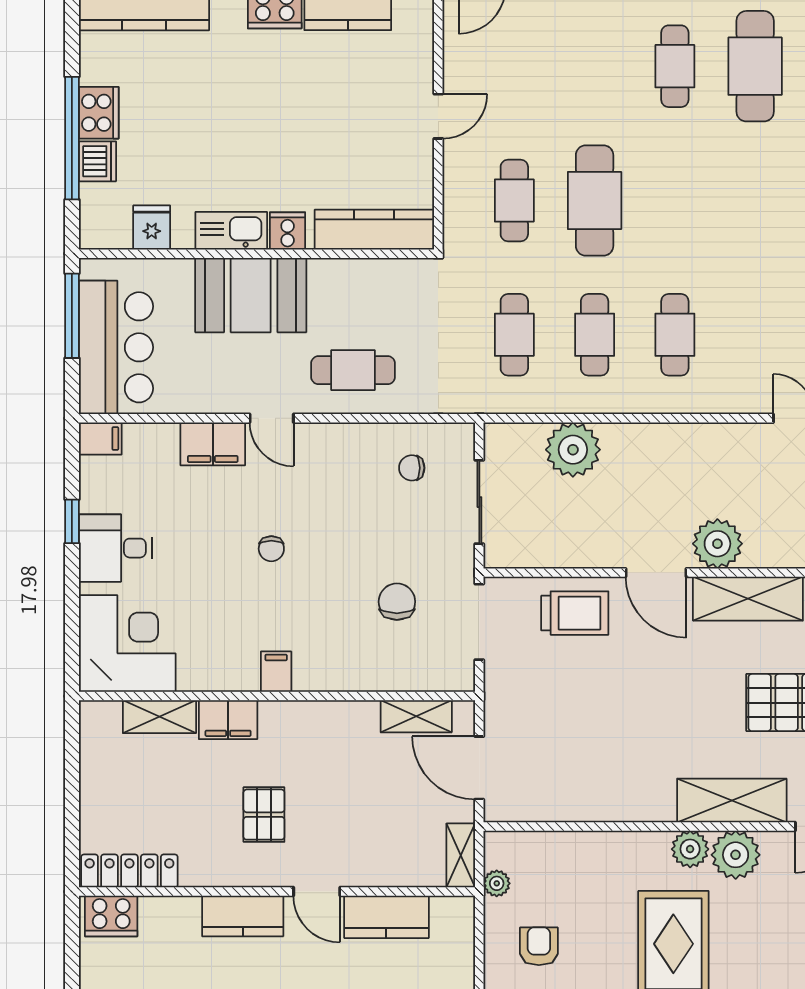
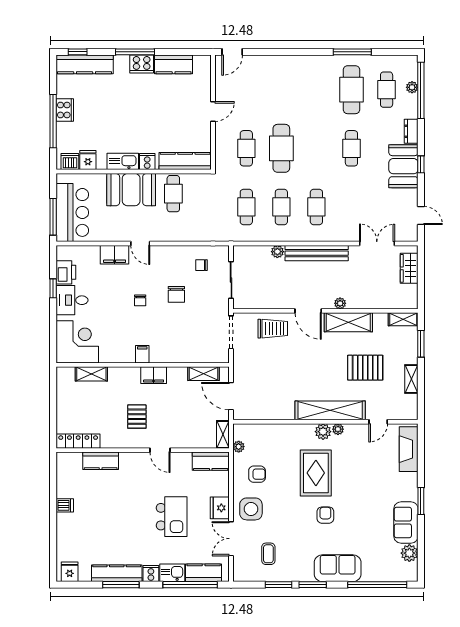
cafe table: (675, 66) -> (351, 148), moved
dishwasher: (97, 161) -> (70, 162), moved, turned -90
window: (72, 316) -> (53, 217), moved
cafe table: (353, 370) -> (173, 194), moved, turned 90
filing cabinet: (100, 438) -> (65, 252), removed
bench: (675, 440) -> (317, 253), added
plant: (573, 450) -> (277, 252), width x0.53, depth x0.53
printer: (101, 484) -> (66, 272), added
plant: (717, 544) -> (340, 303), width x0.53, depth x0.53
chair: (397, 602) -> (176, 294), moved, turned 180
filing cabinet: (228, 720) -> (154, 375), moved
shelving: (732, 800) -> (330, 410), width x1.47
plant: (736, 855) -> (338, 429), width x0.53, depth x0.53
cooker: (111, 916) -> (70, 461), removed
kitchen counter: (243, 916) -> (101, 461), moved
kitchen counter: (386, 917) -> (211, 461), moved
armchair: (539, 946) -> (257, 474), turned 90

